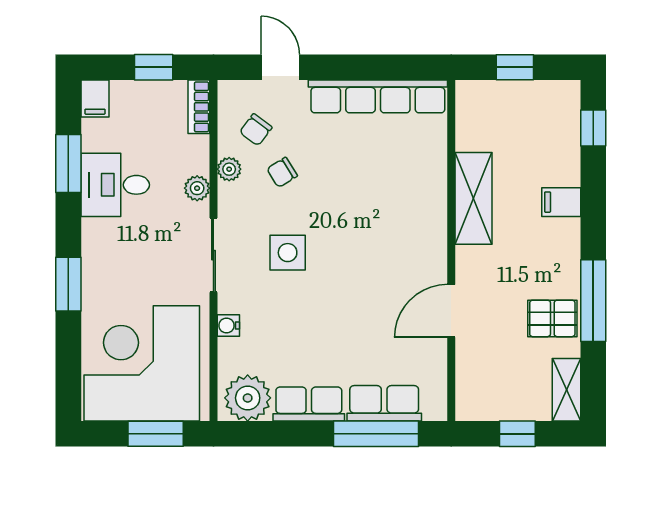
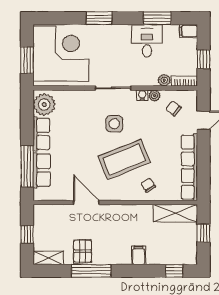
chair: (282, 172) -> (148, 185), moved
plant: (197, 188) -> (164, 80), moved
shelving: (473, 198) -> (175, 213), moved
coffee table: (362, 232) -> (124, 160), added
water cooler: (228, 325) -> (142, 95), moved

